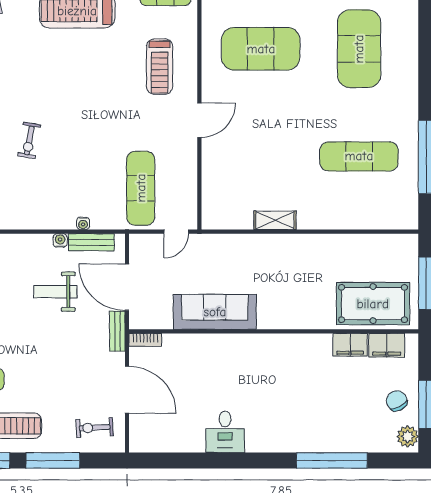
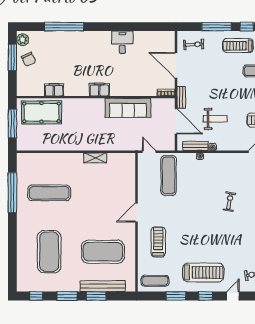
door: (176, 232) -> (149, 152), hinge flipped
filing cabinet: (387, 345) -> (99, 90), moved

